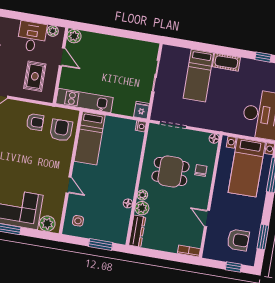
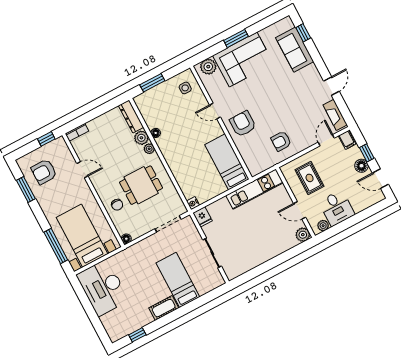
armchair: (61, 130) -> (243, 124), moved, turned 180
window: (233, 267) -> (46, 139), moved

